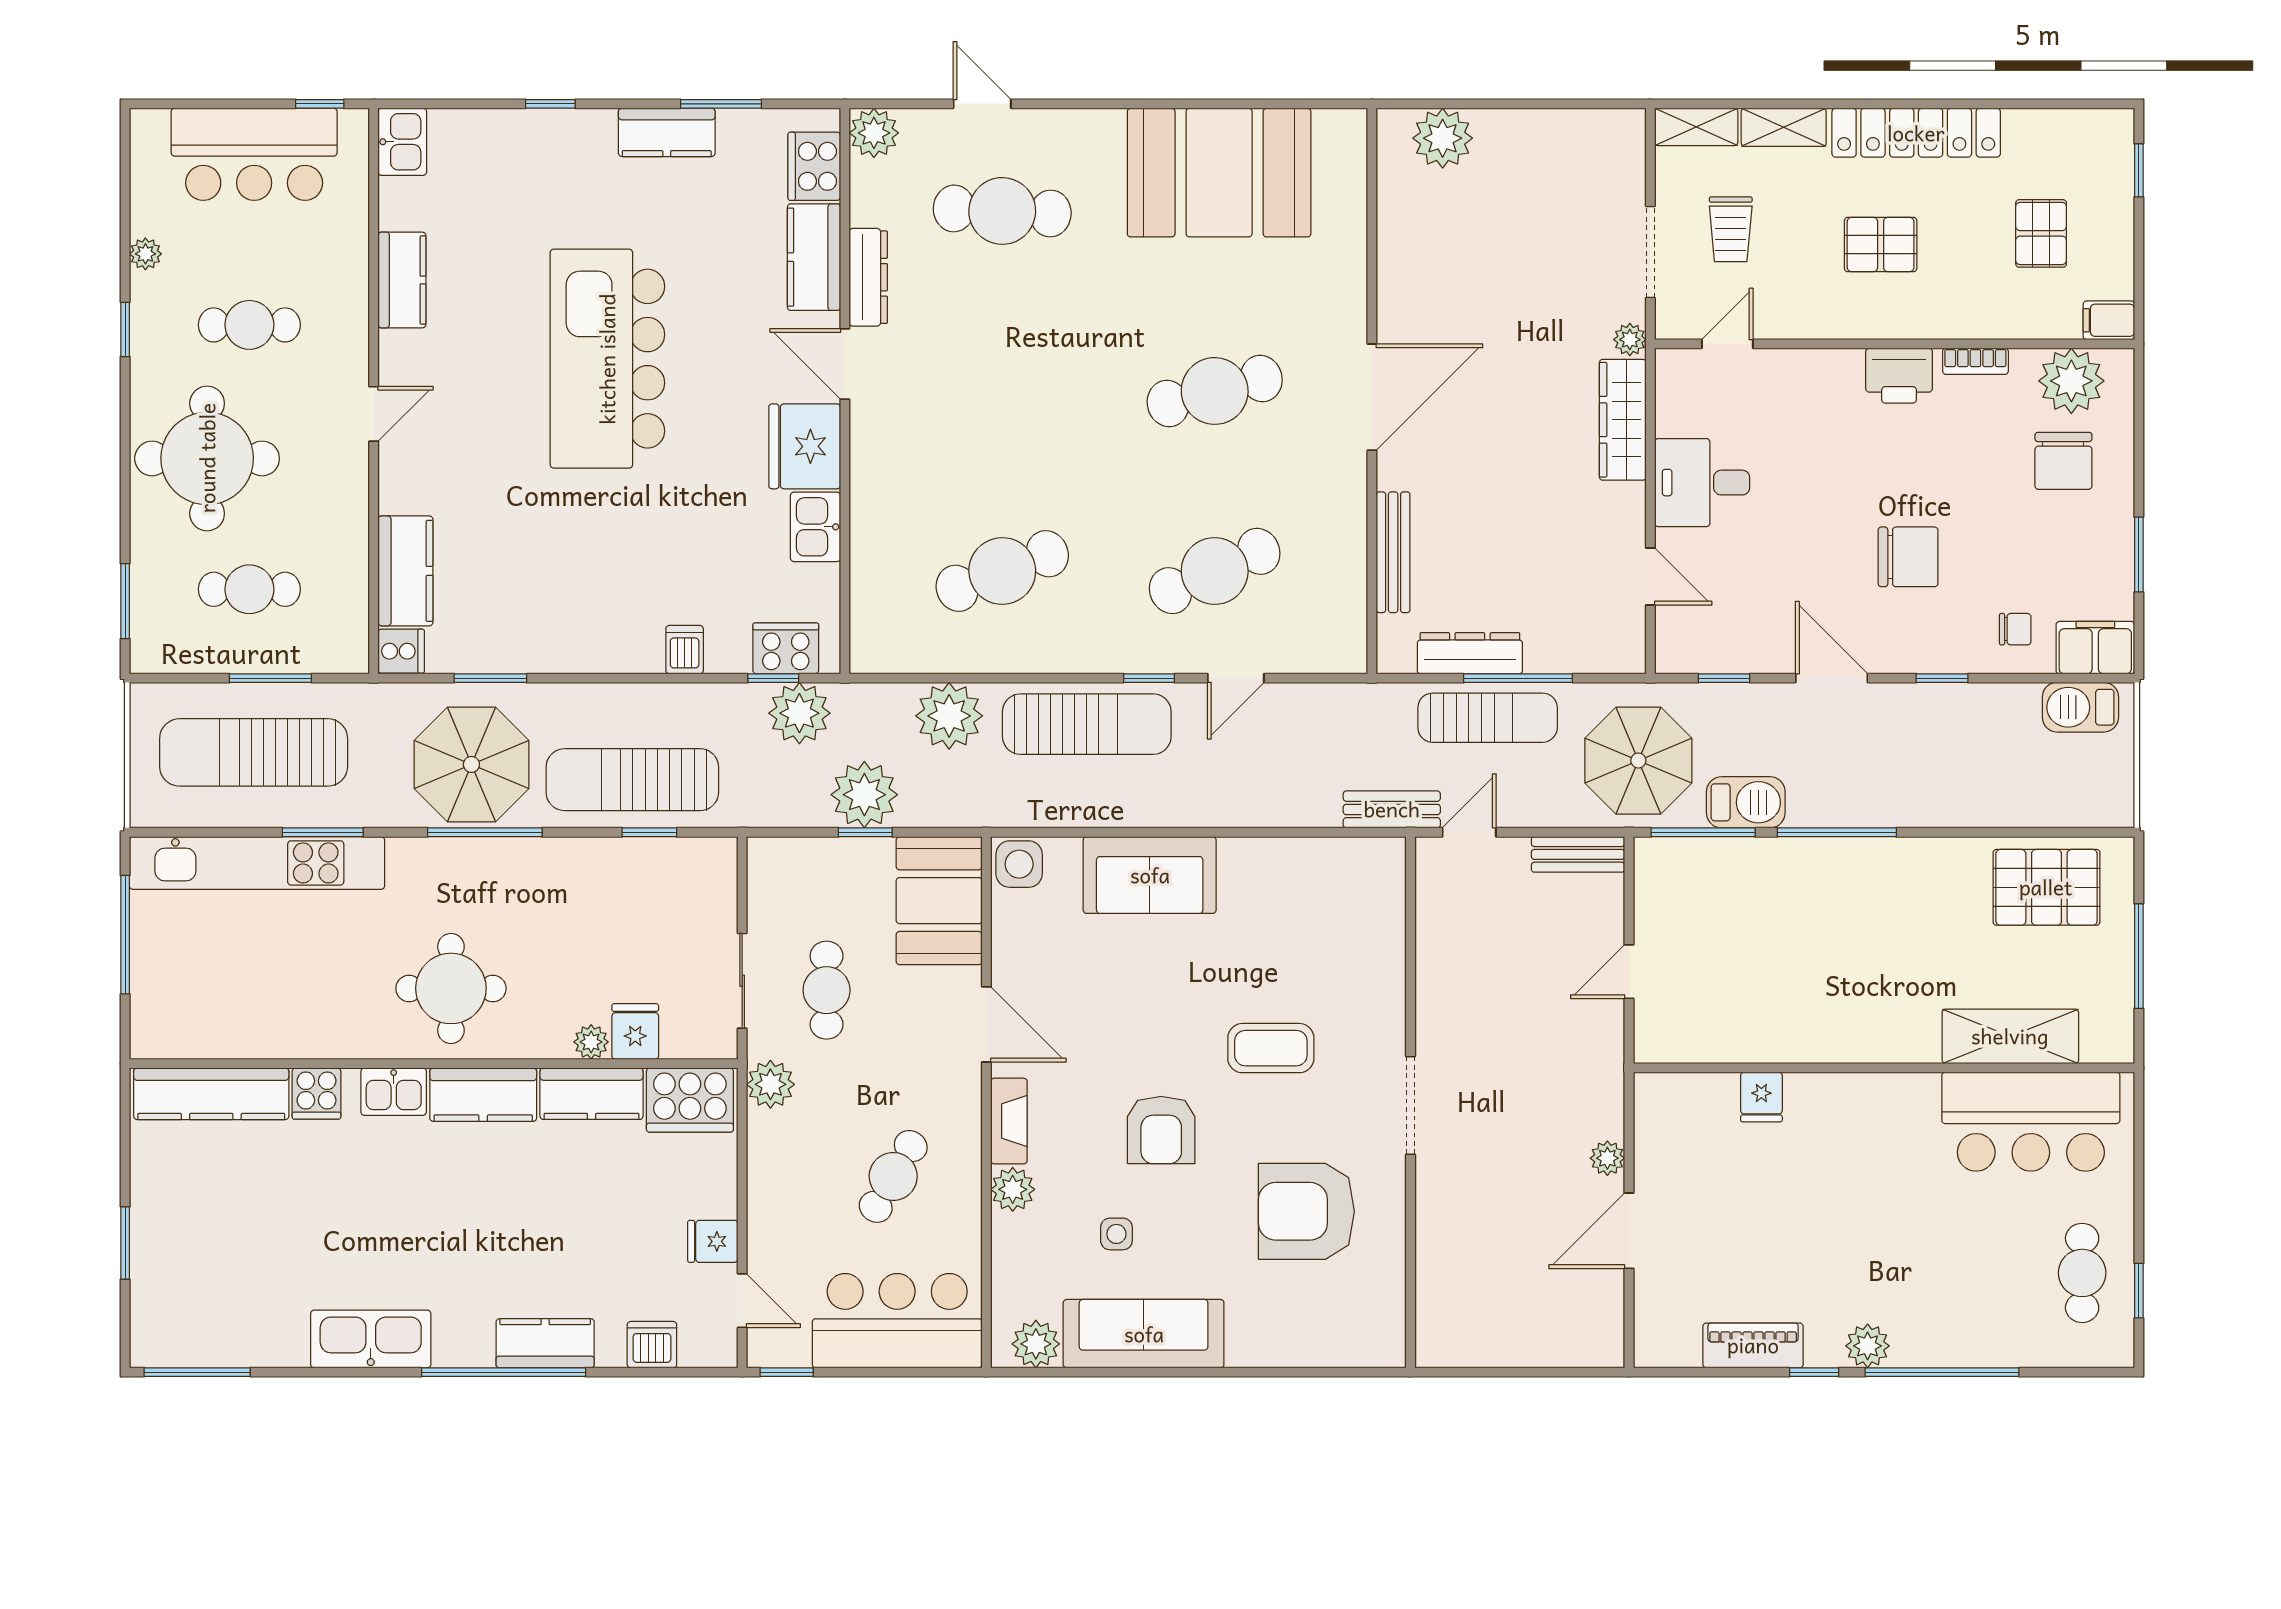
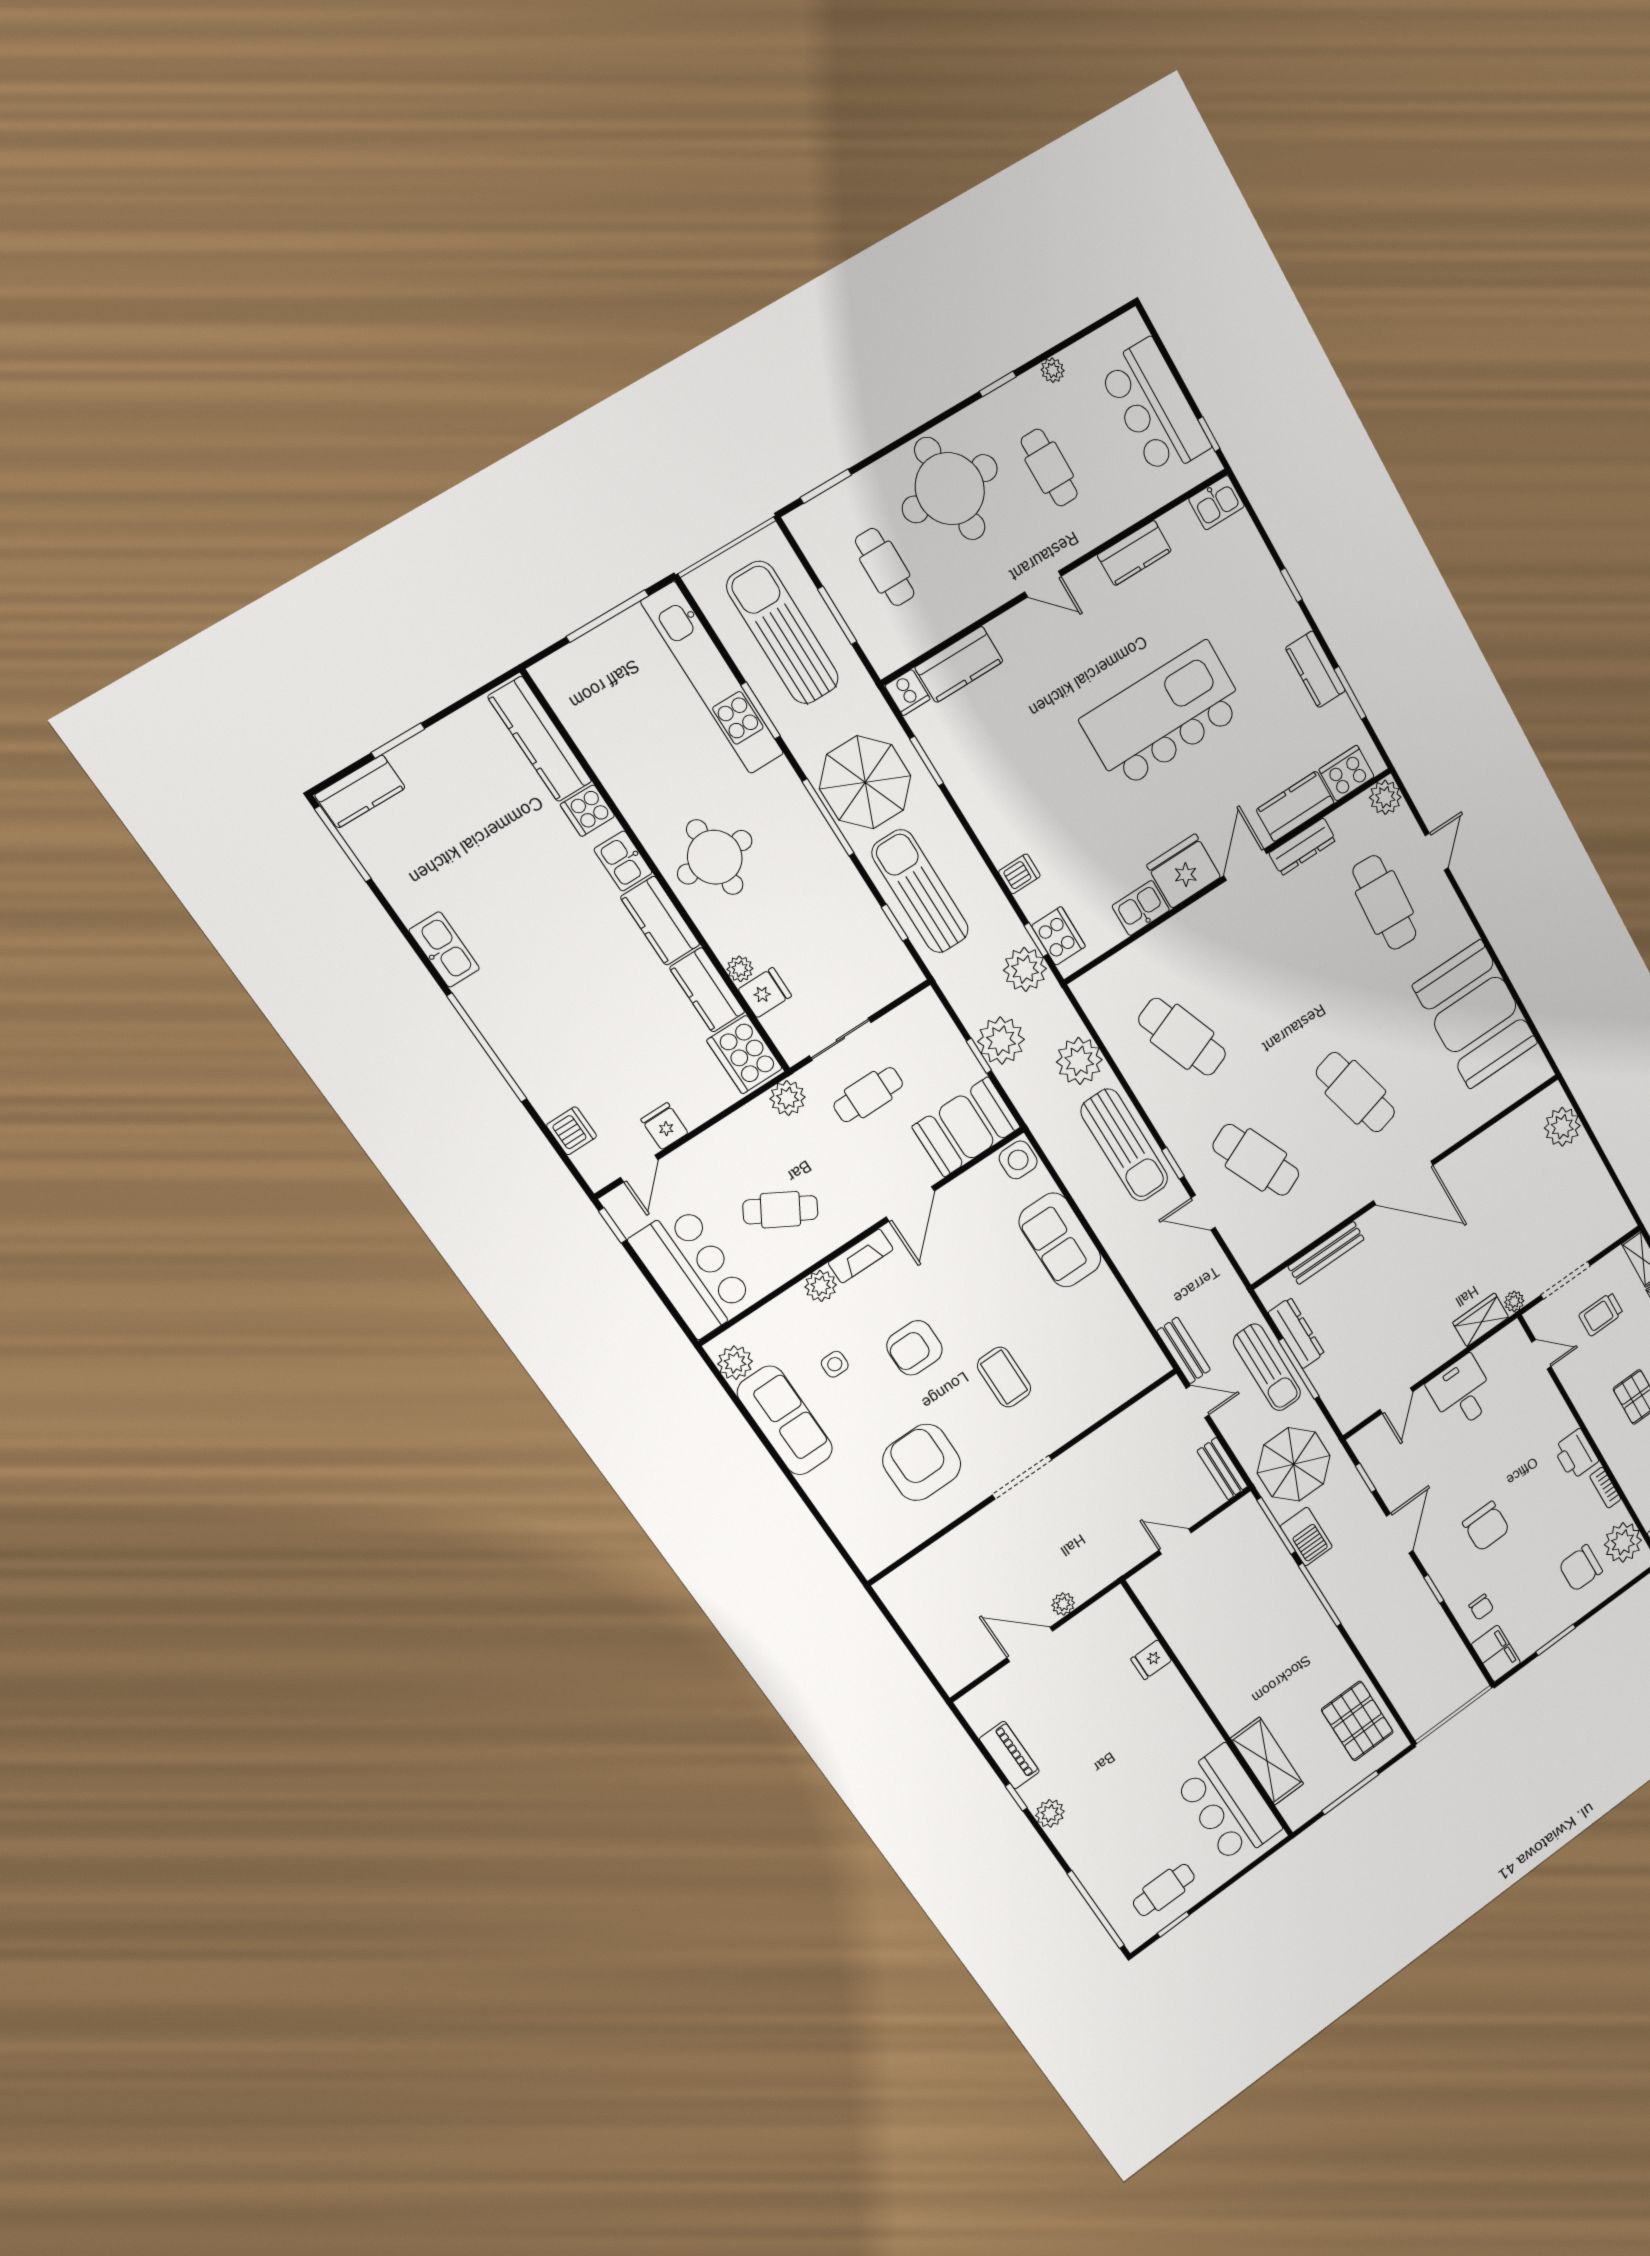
wardrobe: (1623, 420) -> (1481, 1320), width x0.67
barbecue: (2080, 707) -> (1461, 1669), removed
kitchen sink: (371, 1339) -> (444, 949), width x0.73, depth x0.81
kitchen counter: (545, 1343) -> (360, 791), moved, turned 90
window: (1942, 1372) -> (1096, 1910), moved

